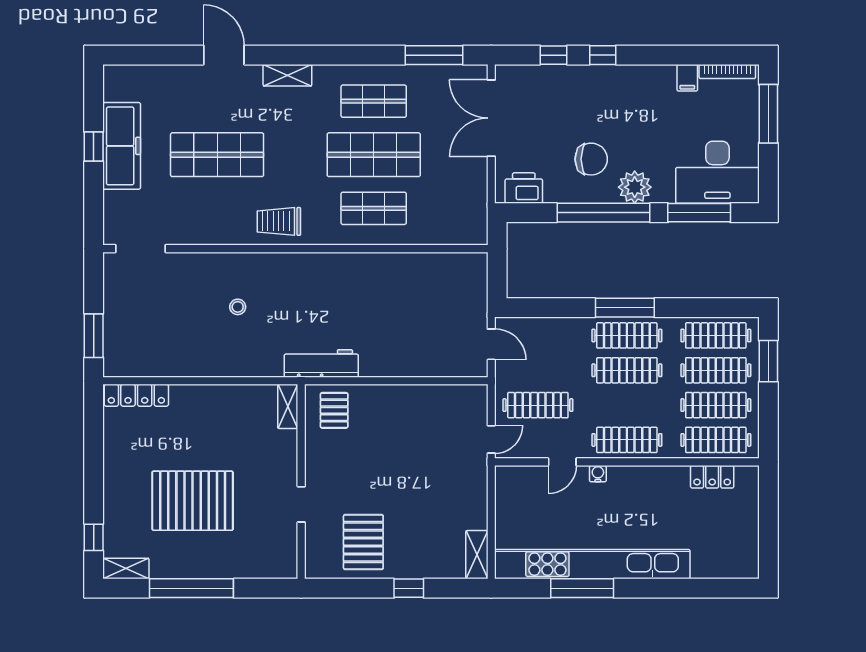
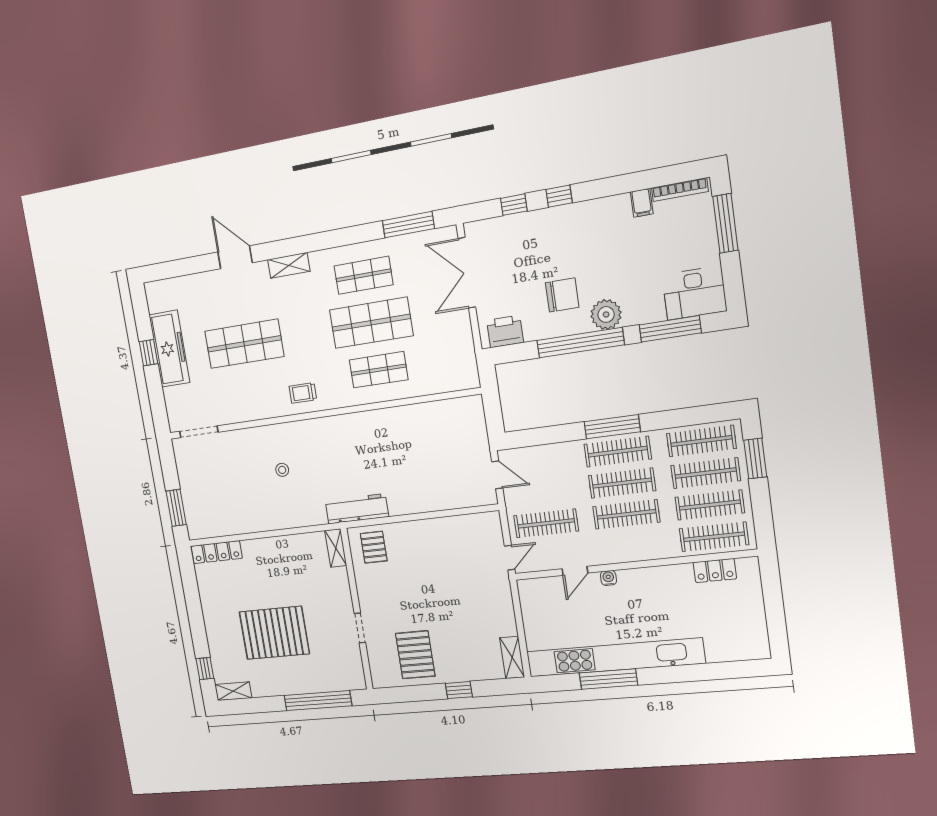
desk: (717, 172) -> (694, 293), width x0.73, depth x0.77
trolley: (279, 221) -> (303, 393), width x0.73, depth x0.72
clothes rail: (627, 440) -> (626, 514), moved
window: (191, 588) -> (318, 701), moved

